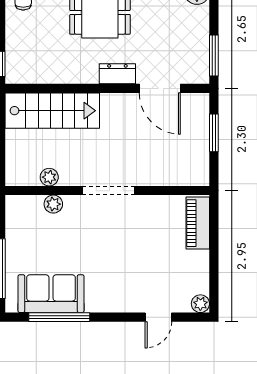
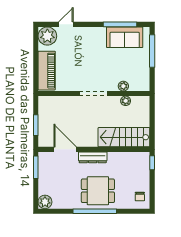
dresser: (117, 74) -> (93, 157), width x1.44
piano: (198, 223) -> (47, 71), width x1.37, depth x1.33
plant: (200, 304) -> (47, 36), width x1.88, depth x1.88

